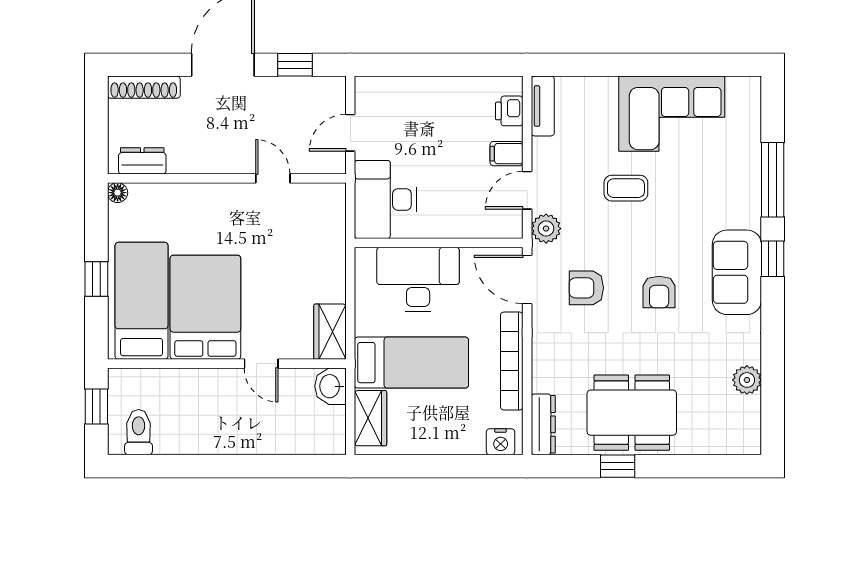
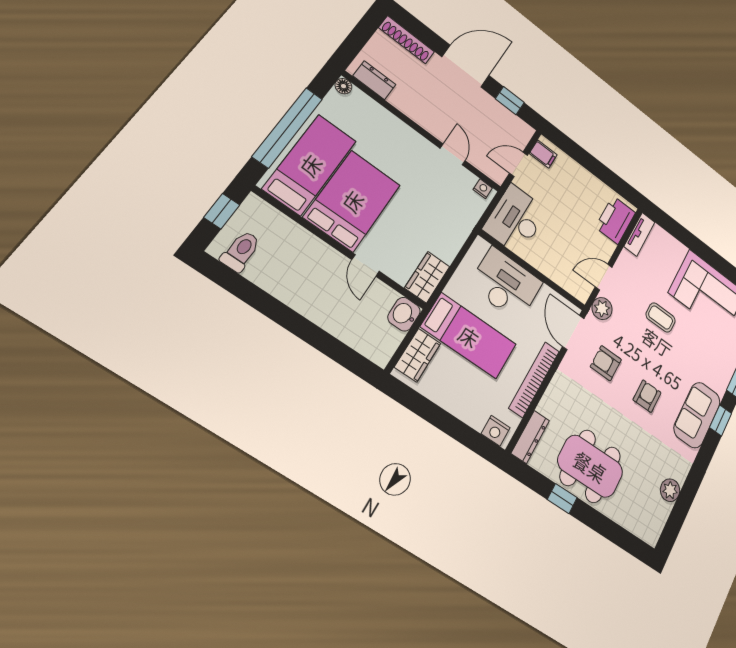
printer: (509, 111) -> (615, 220), width x1.87, depth x1.48
filing cabinet: (507, 154) -> (543, 154), moved, turned 180
nightstand: (328, 192) -> (483, 189), added
window: (96, 279) -> (288, 127), width x3.17
armchair: (659, 292) -> (647, 396), turned 180

